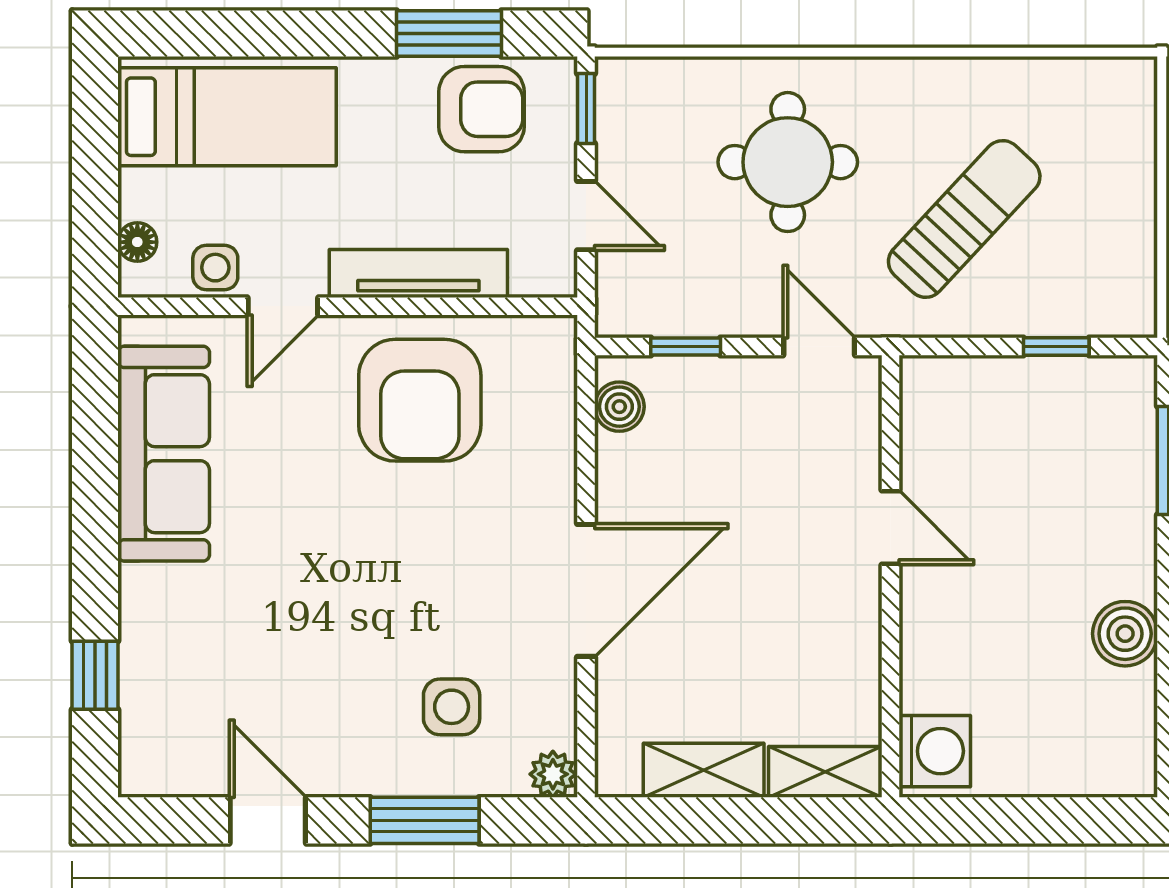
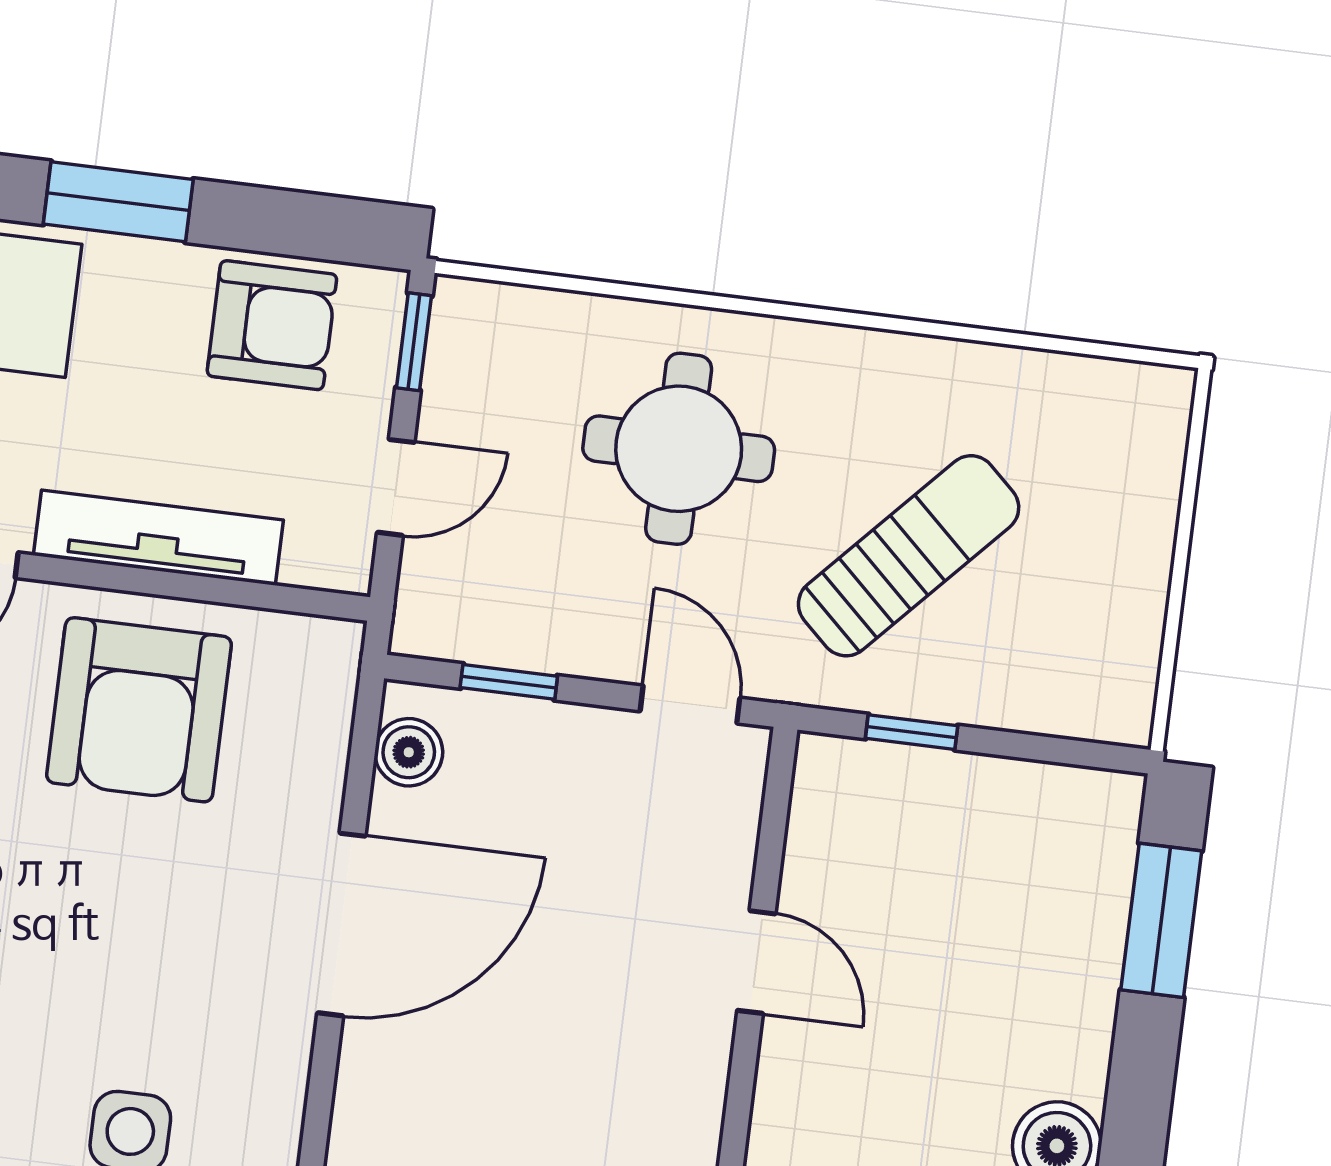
window: (449, 34) -> (118, 202), moved
door: (586, 216) -> (396, 487), hinge flipped
window: (1056, 347) -> (912, 732), moved
door: (586, 590) -> (341, 924), moved

